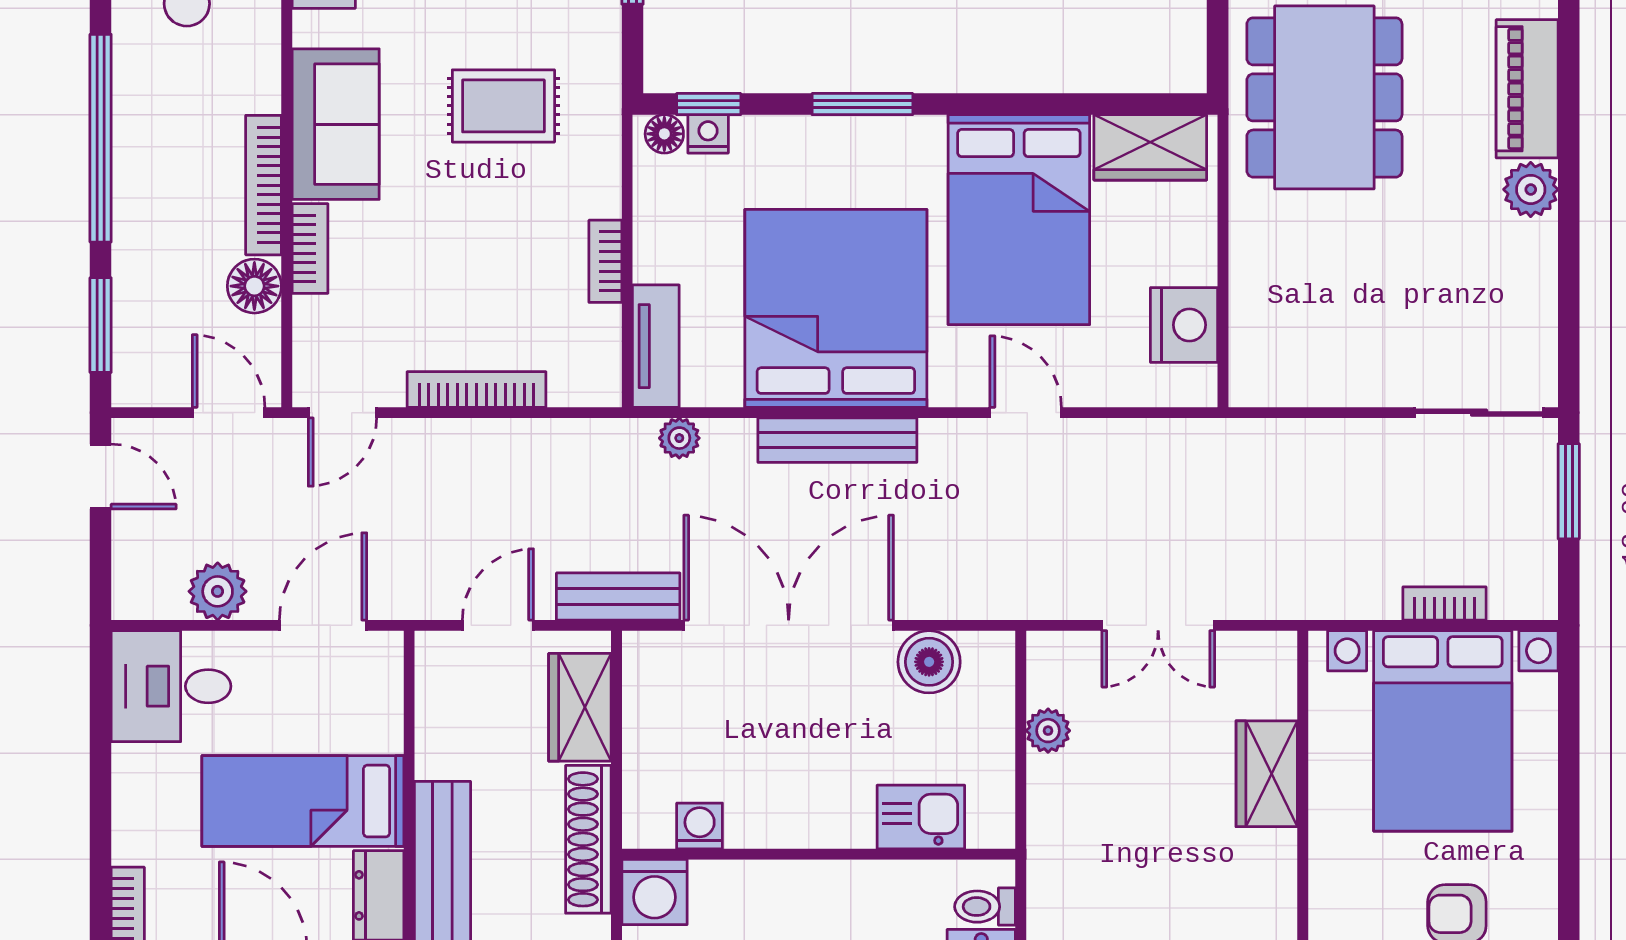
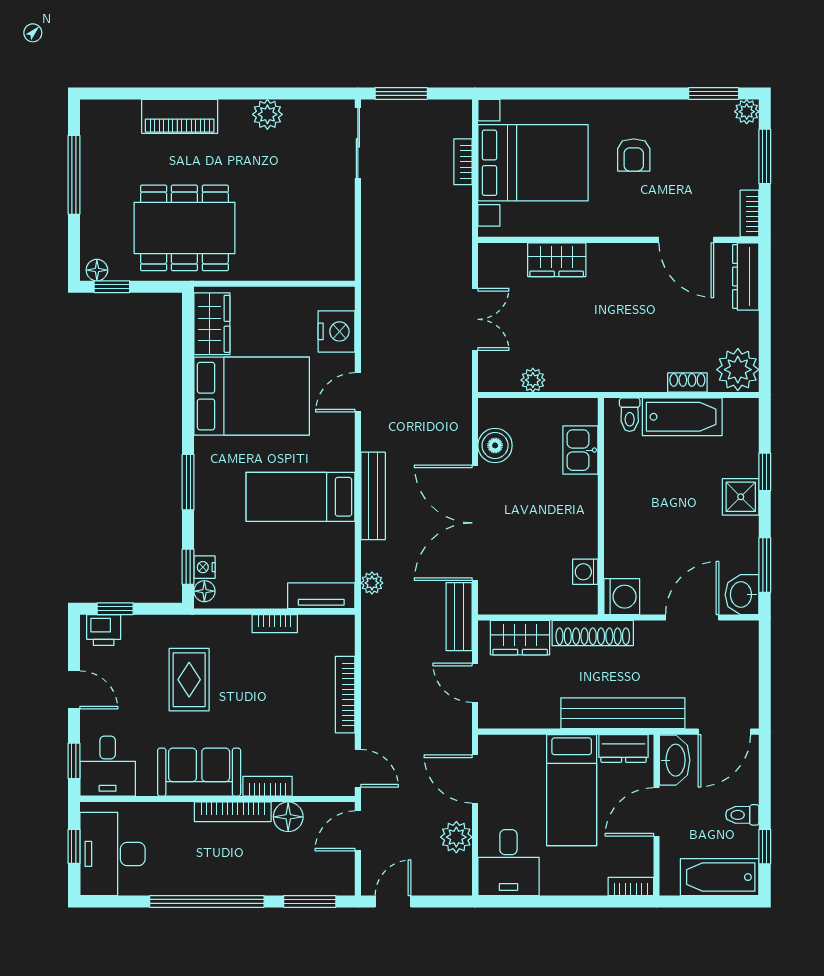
plant: (1531, 189) -> (267, 114), moved
bed: (836, 308) -> (301, 497), width x0.49
nightstand: (1184, 325) -> (336, 331), moved, turned 90

